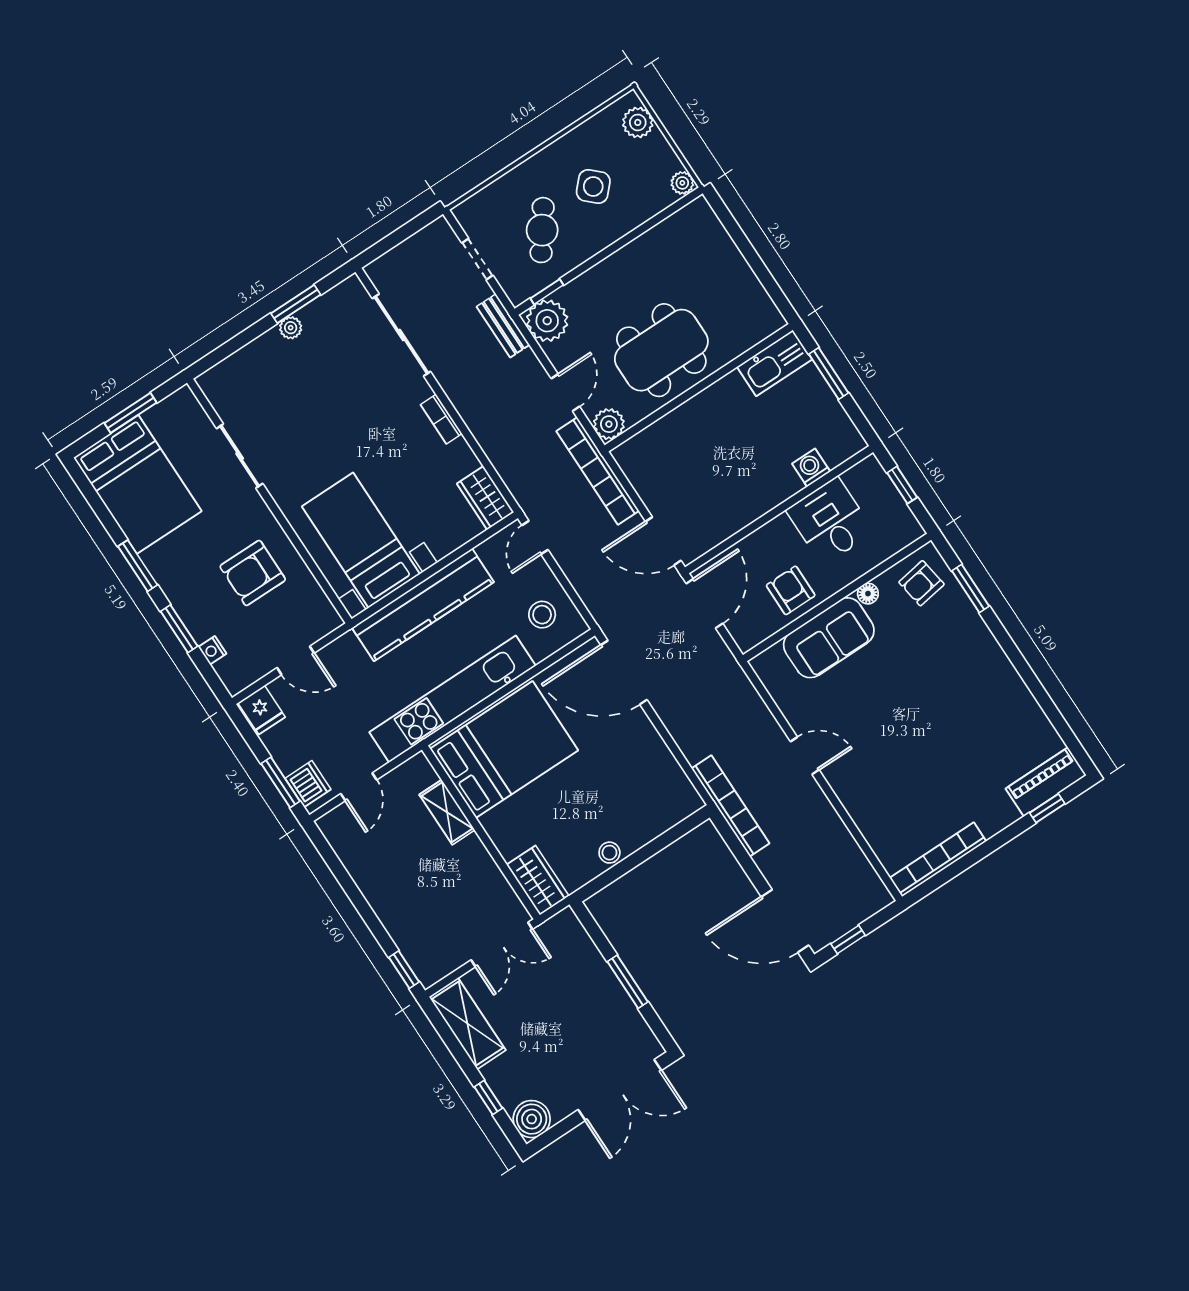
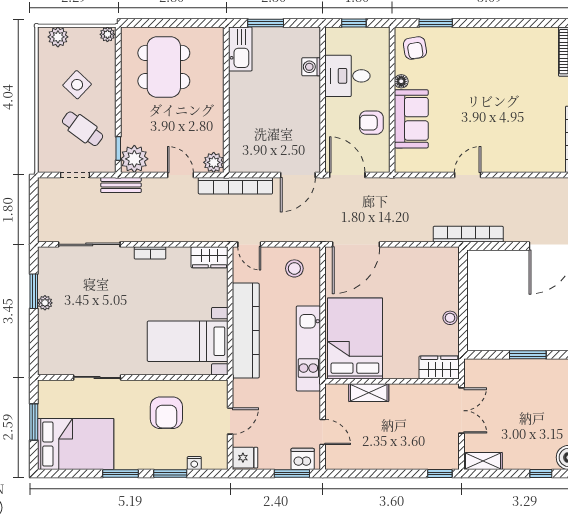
dining table: (661, 350) -> (164, 67), moved
kitchen unit: (453, 699) -> (308, 348), width x0.73
shelving: (467, 1024) -> (483, 461), width x0.67, depth x0.75

